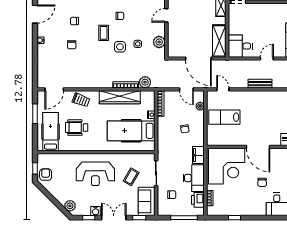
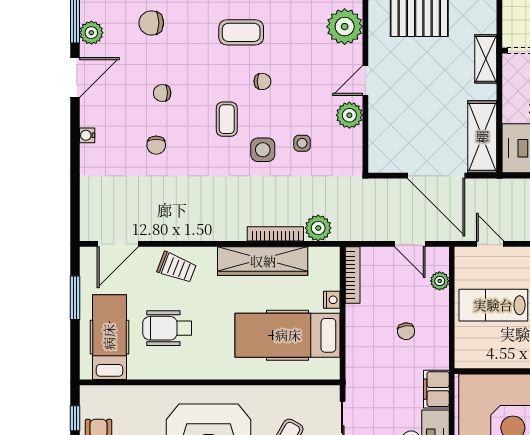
plant: (159, 42) -> (349, 115), moved

